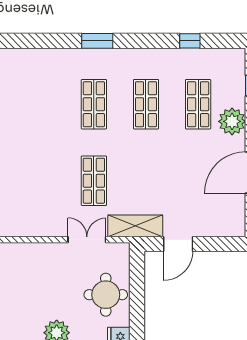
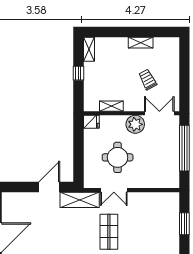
round table: (106, 295) -> (118, 157), moved

